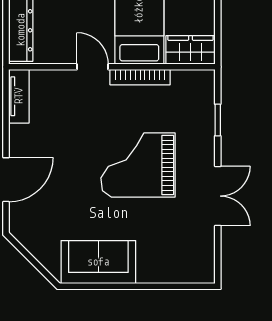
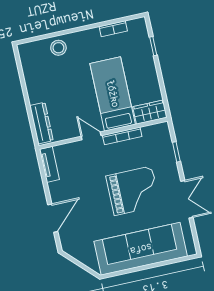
grand piano: (138, 165) -> (133, 191), turned 180
sofa: (98, 262) -> (141, 249), width x1.85, depth x1.27

